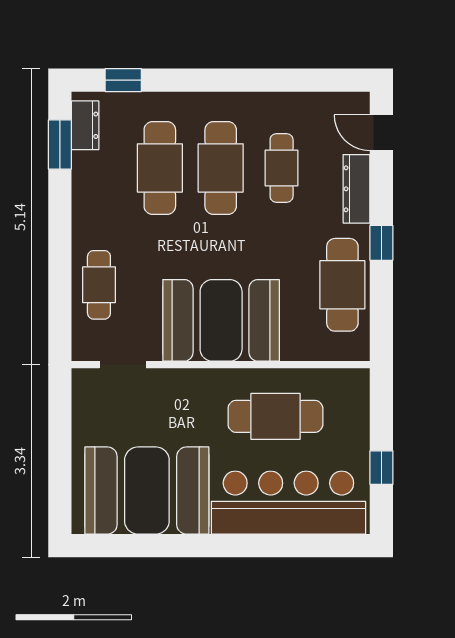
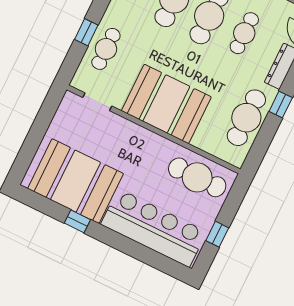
window: (60, 275) -> (86, 32), added
cafe table: (275, 416) -> (197, 177), moved
window: (177, 546) -> (77, 221), added

